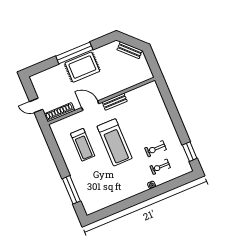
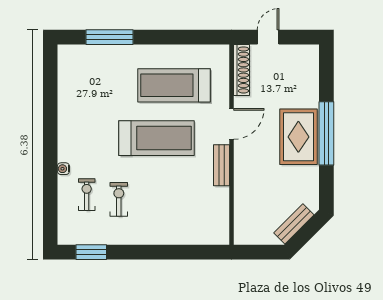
treadmill: (115, 142) -> (156, 138), turned 180
treadmill: (83, 145) -> (174, 85), width x1.37, depth x1.37

